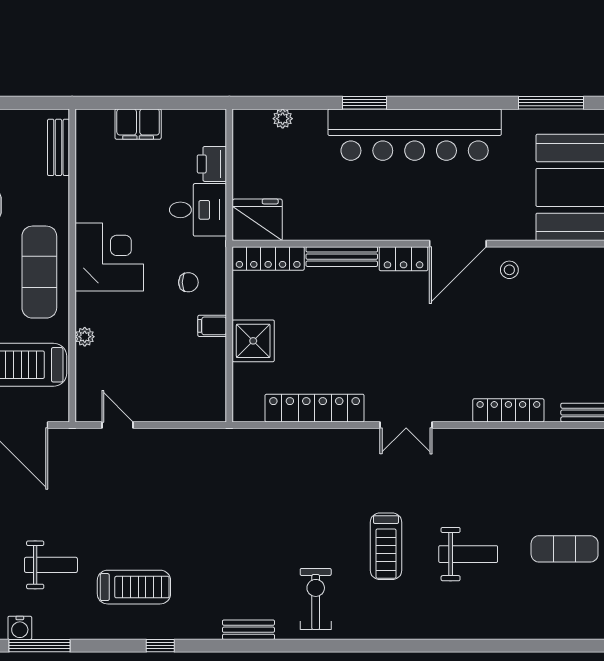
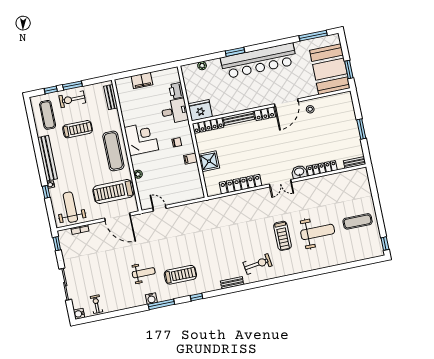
washbasin: (455, 408) -> (299, 172), added
weight bench: (468, 554) -> (318, 232), width x1.36, depth x1.33
exercise bike: (316, 599) -> (258, 264), turned 82
water cooler: (20, 628) -> (151, 299), moved
window: (40, 646) -> (161, 304), moved

